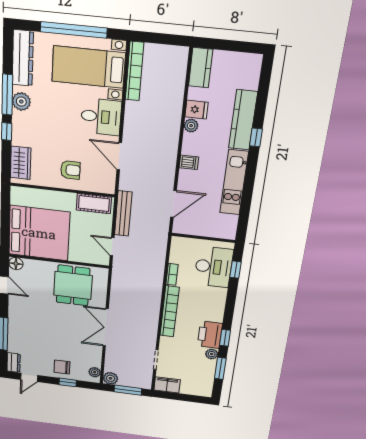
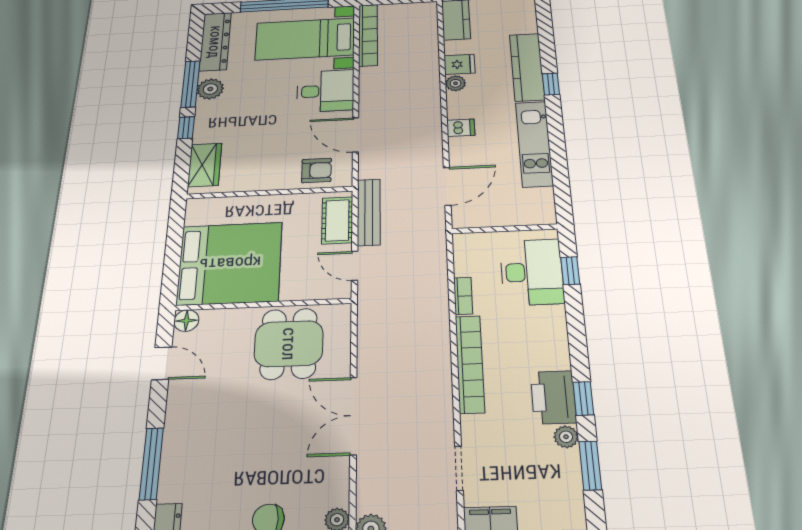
armchair: (70, 170) -> (316, 170), moved
cot: (94, 204) -> (337, 220), moved, turned 90

